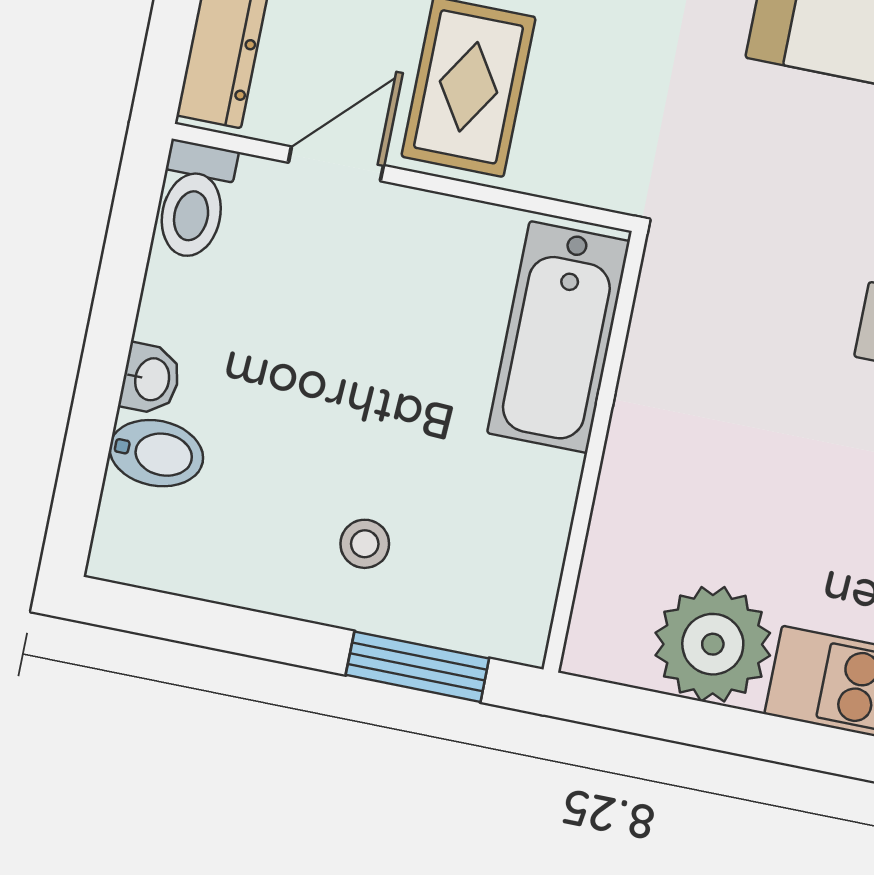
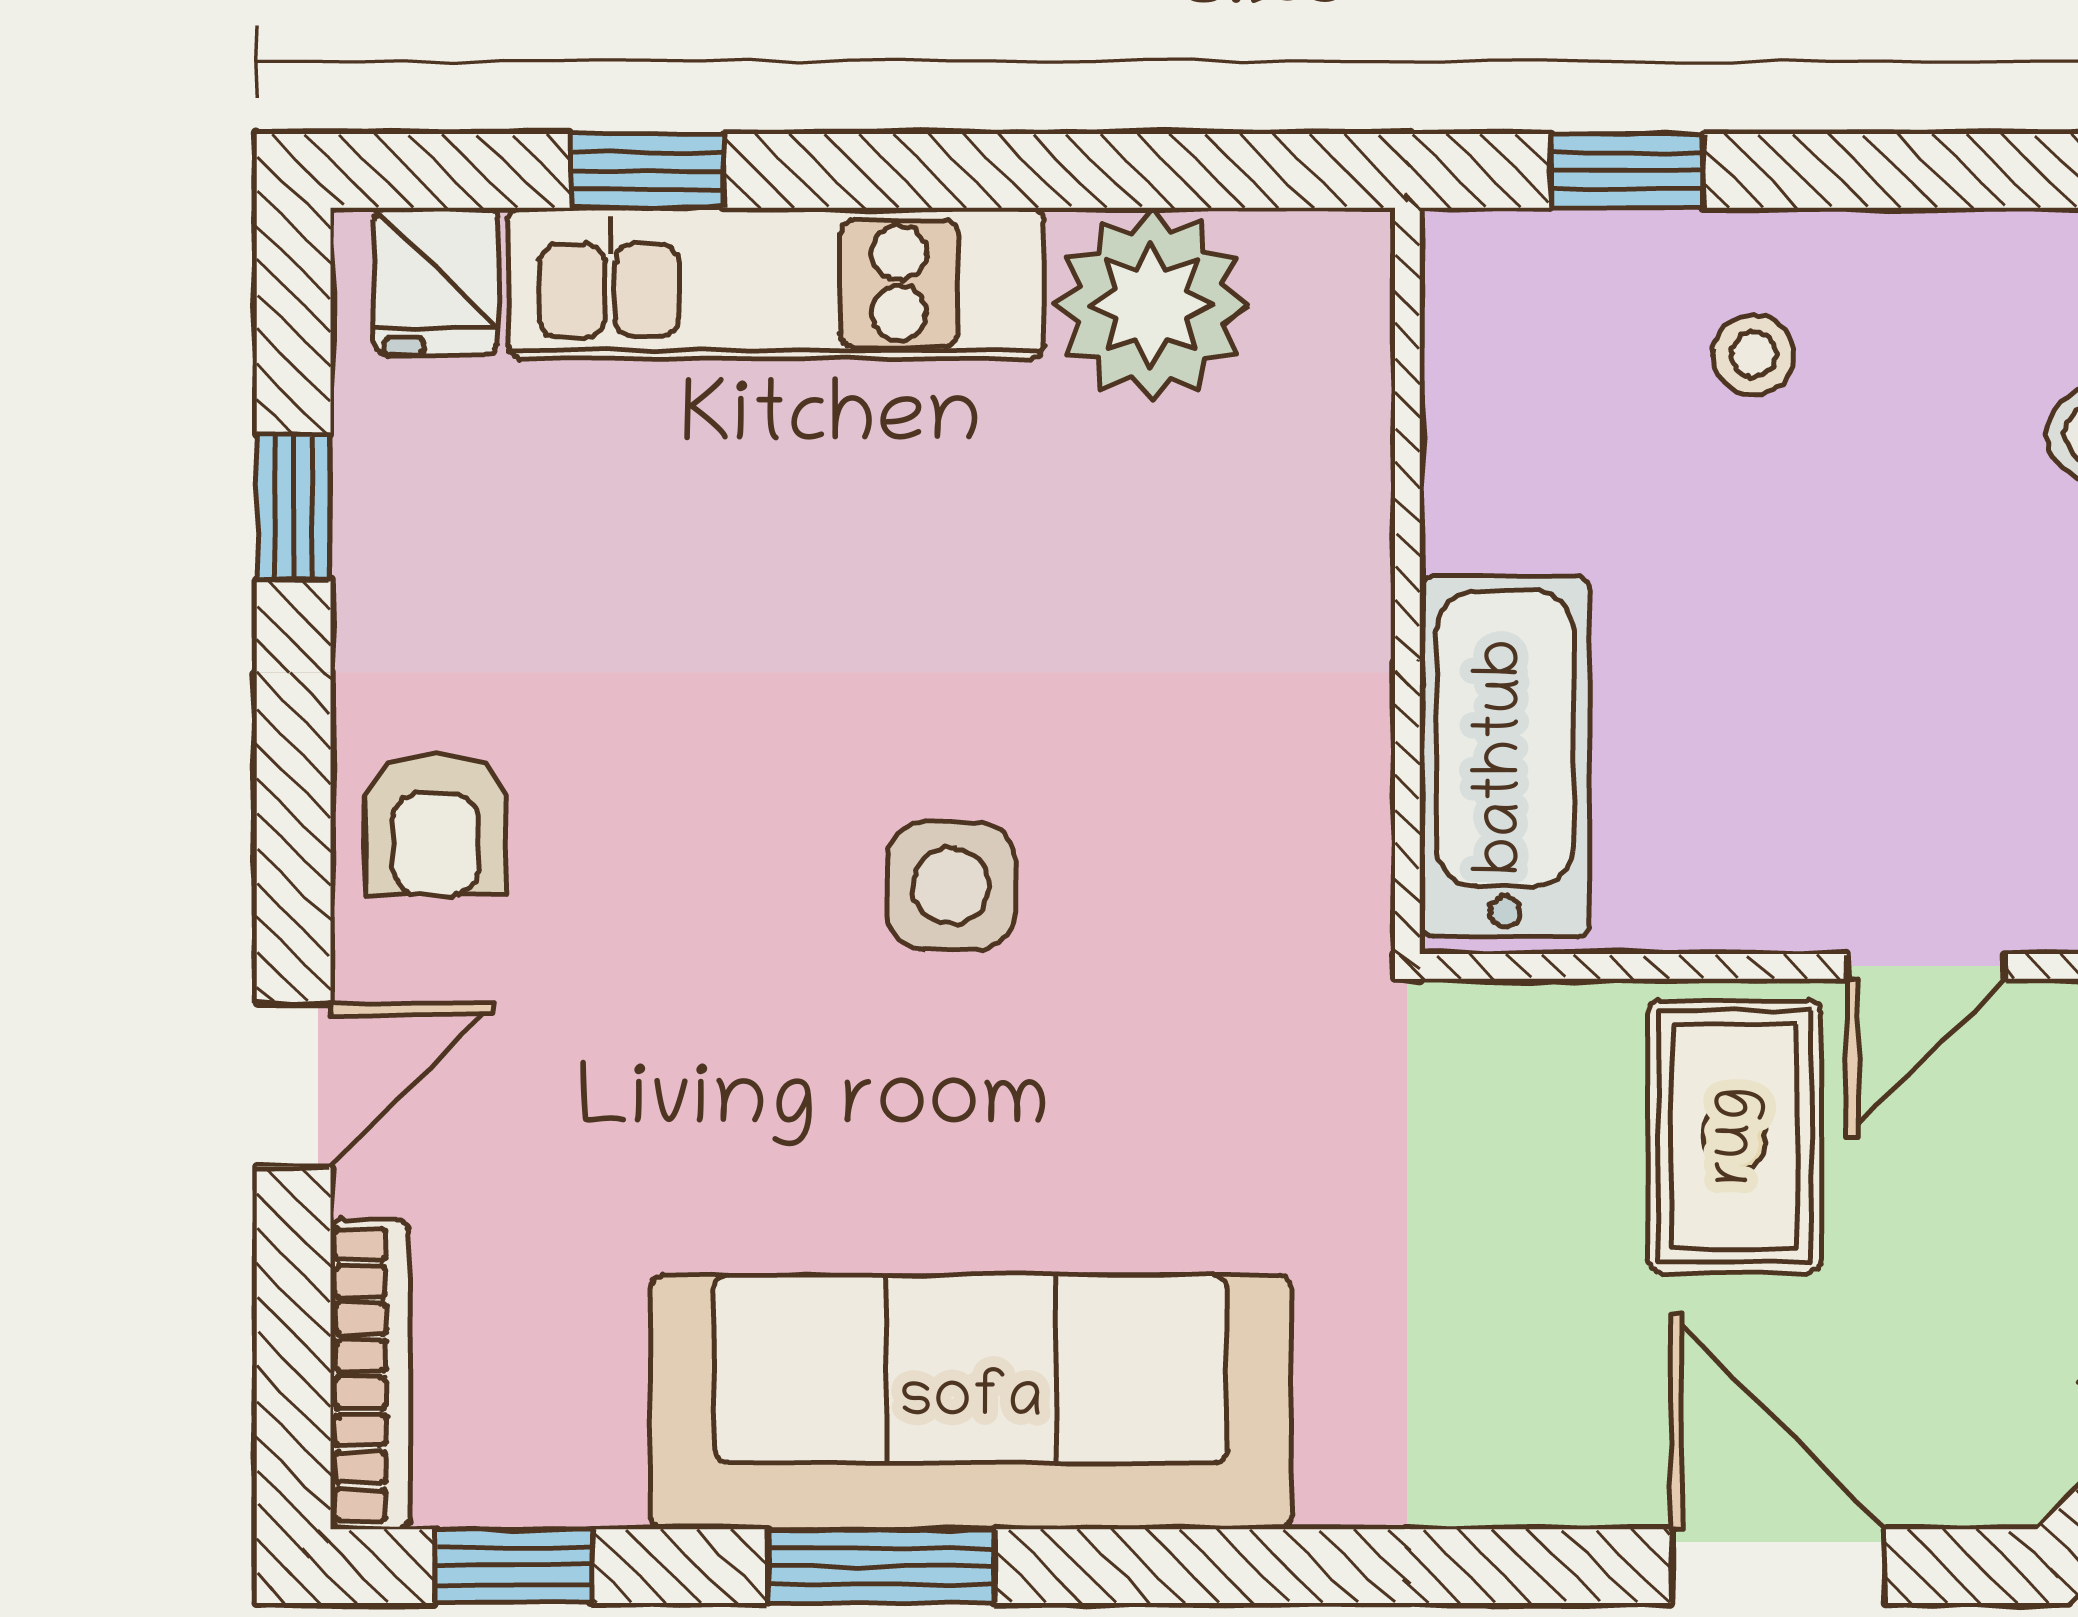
window: (417, 667) -> (1627, 171), width x0.67

